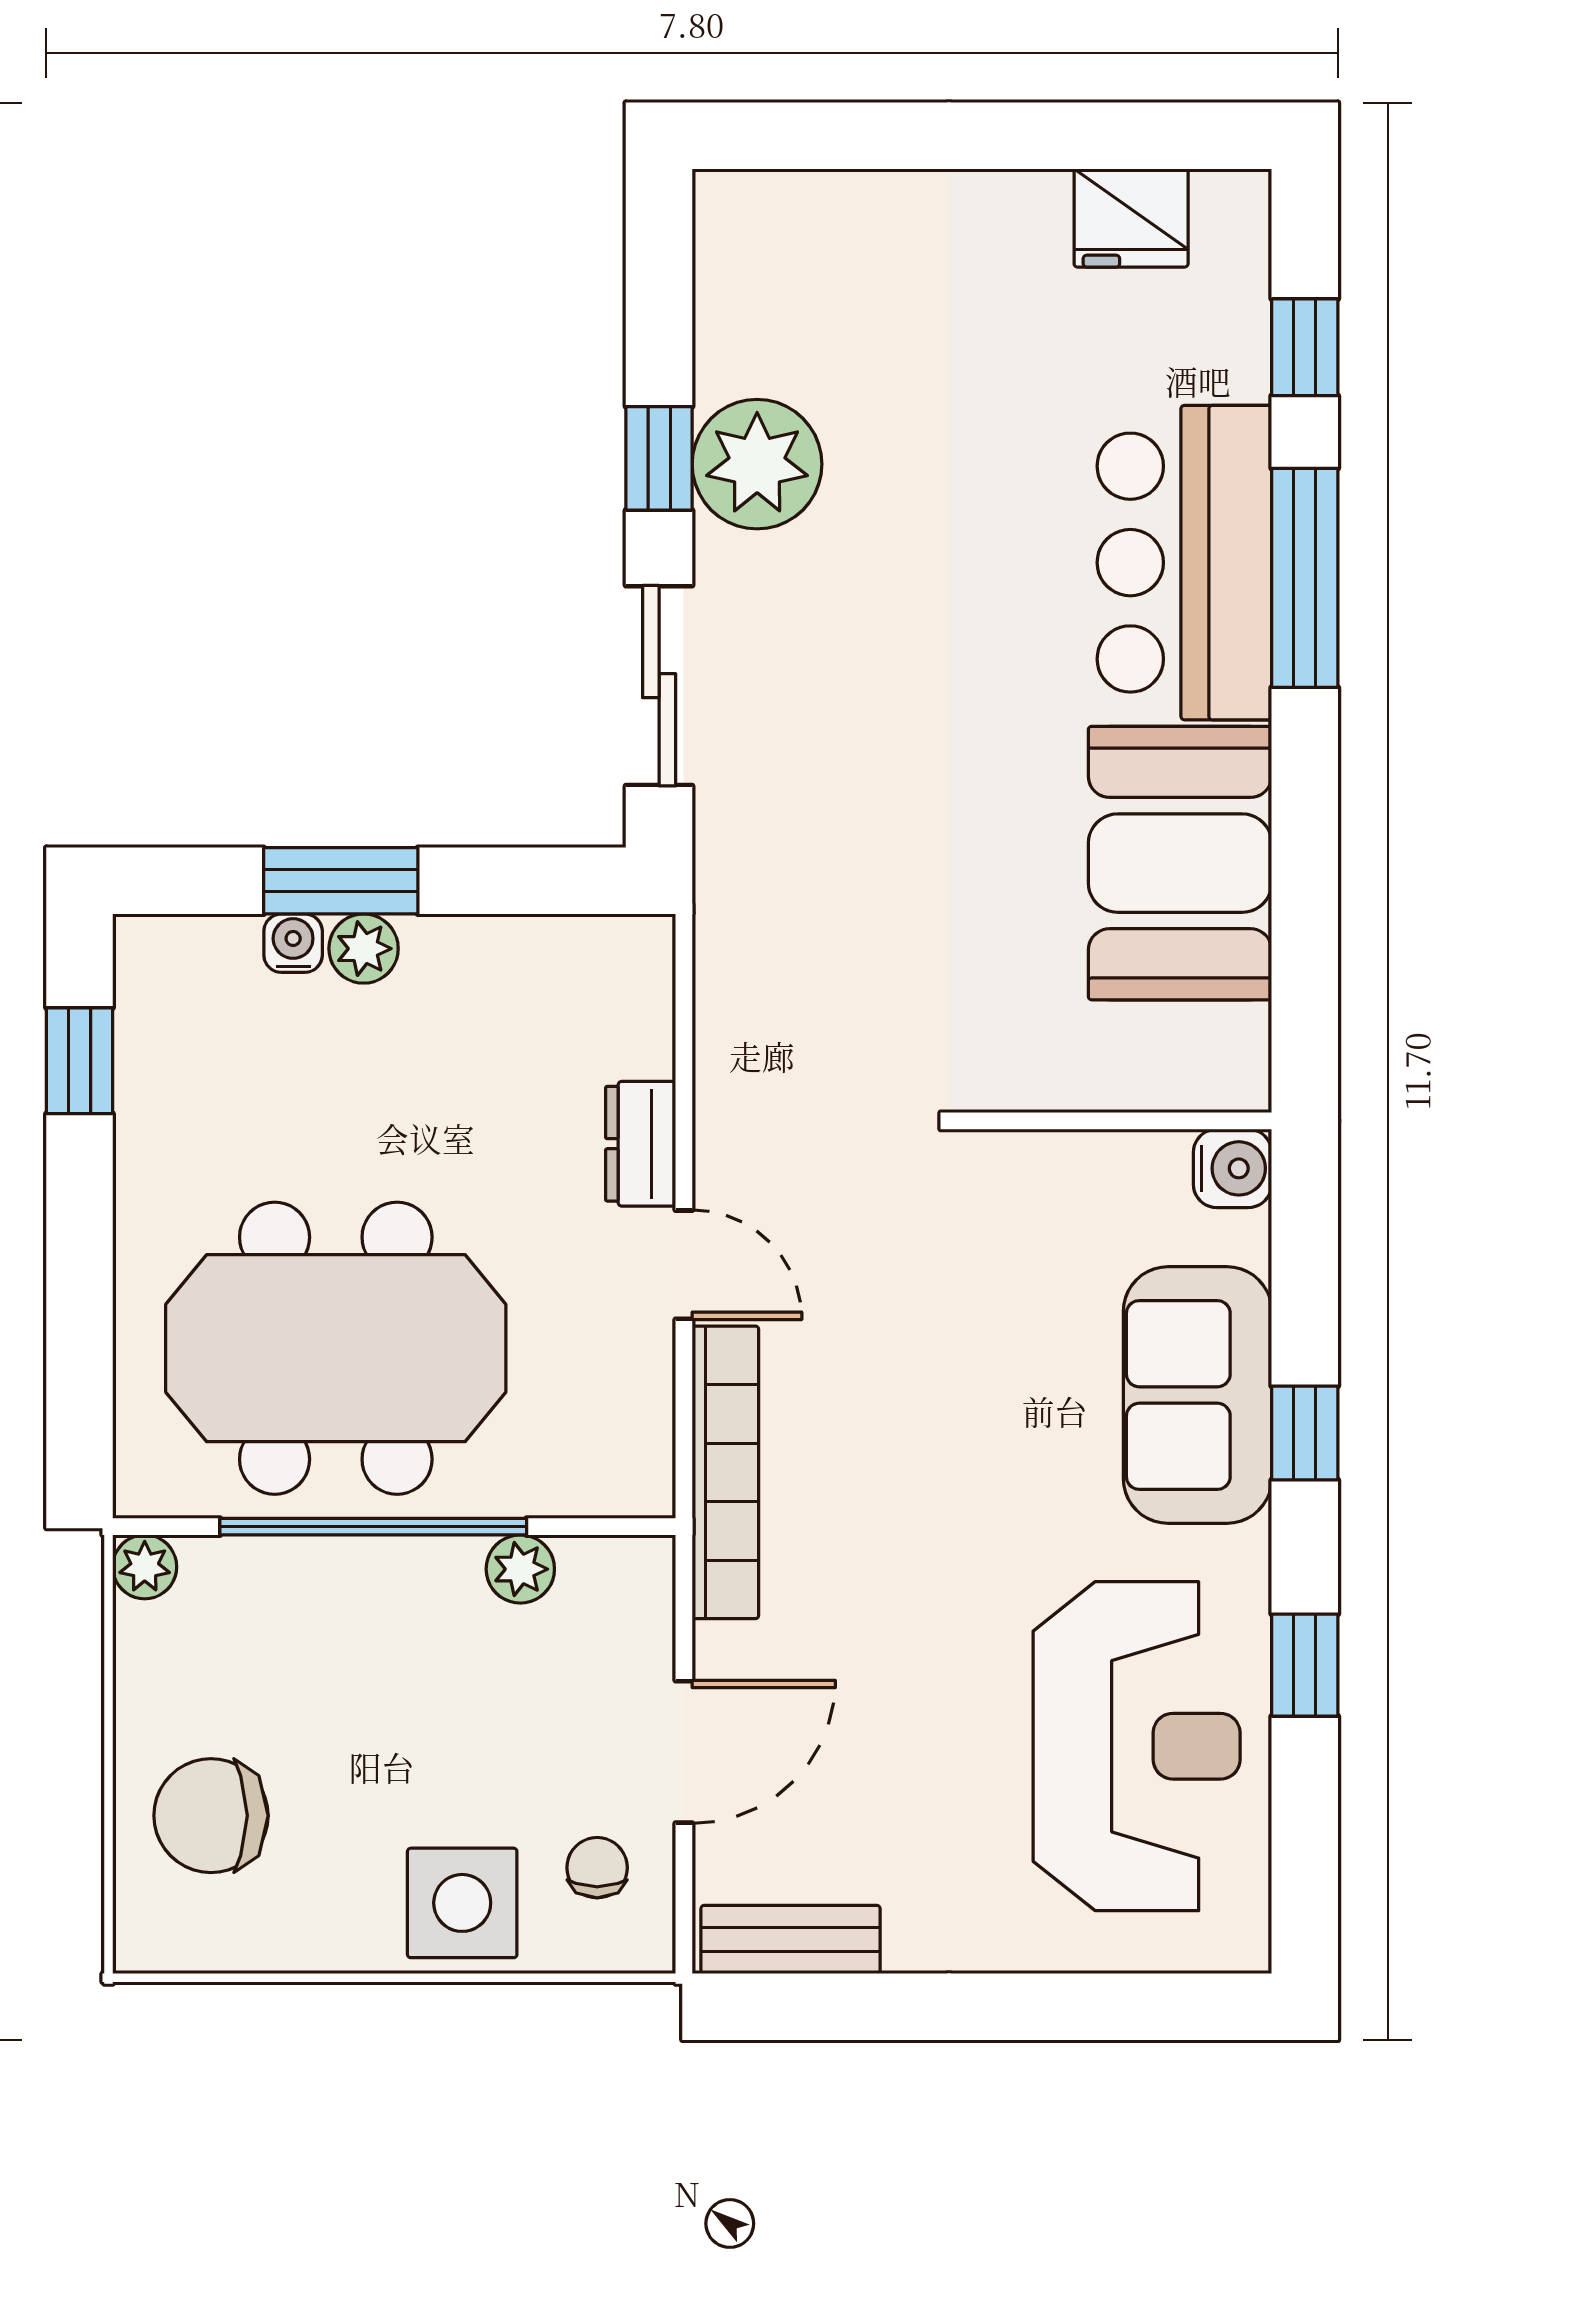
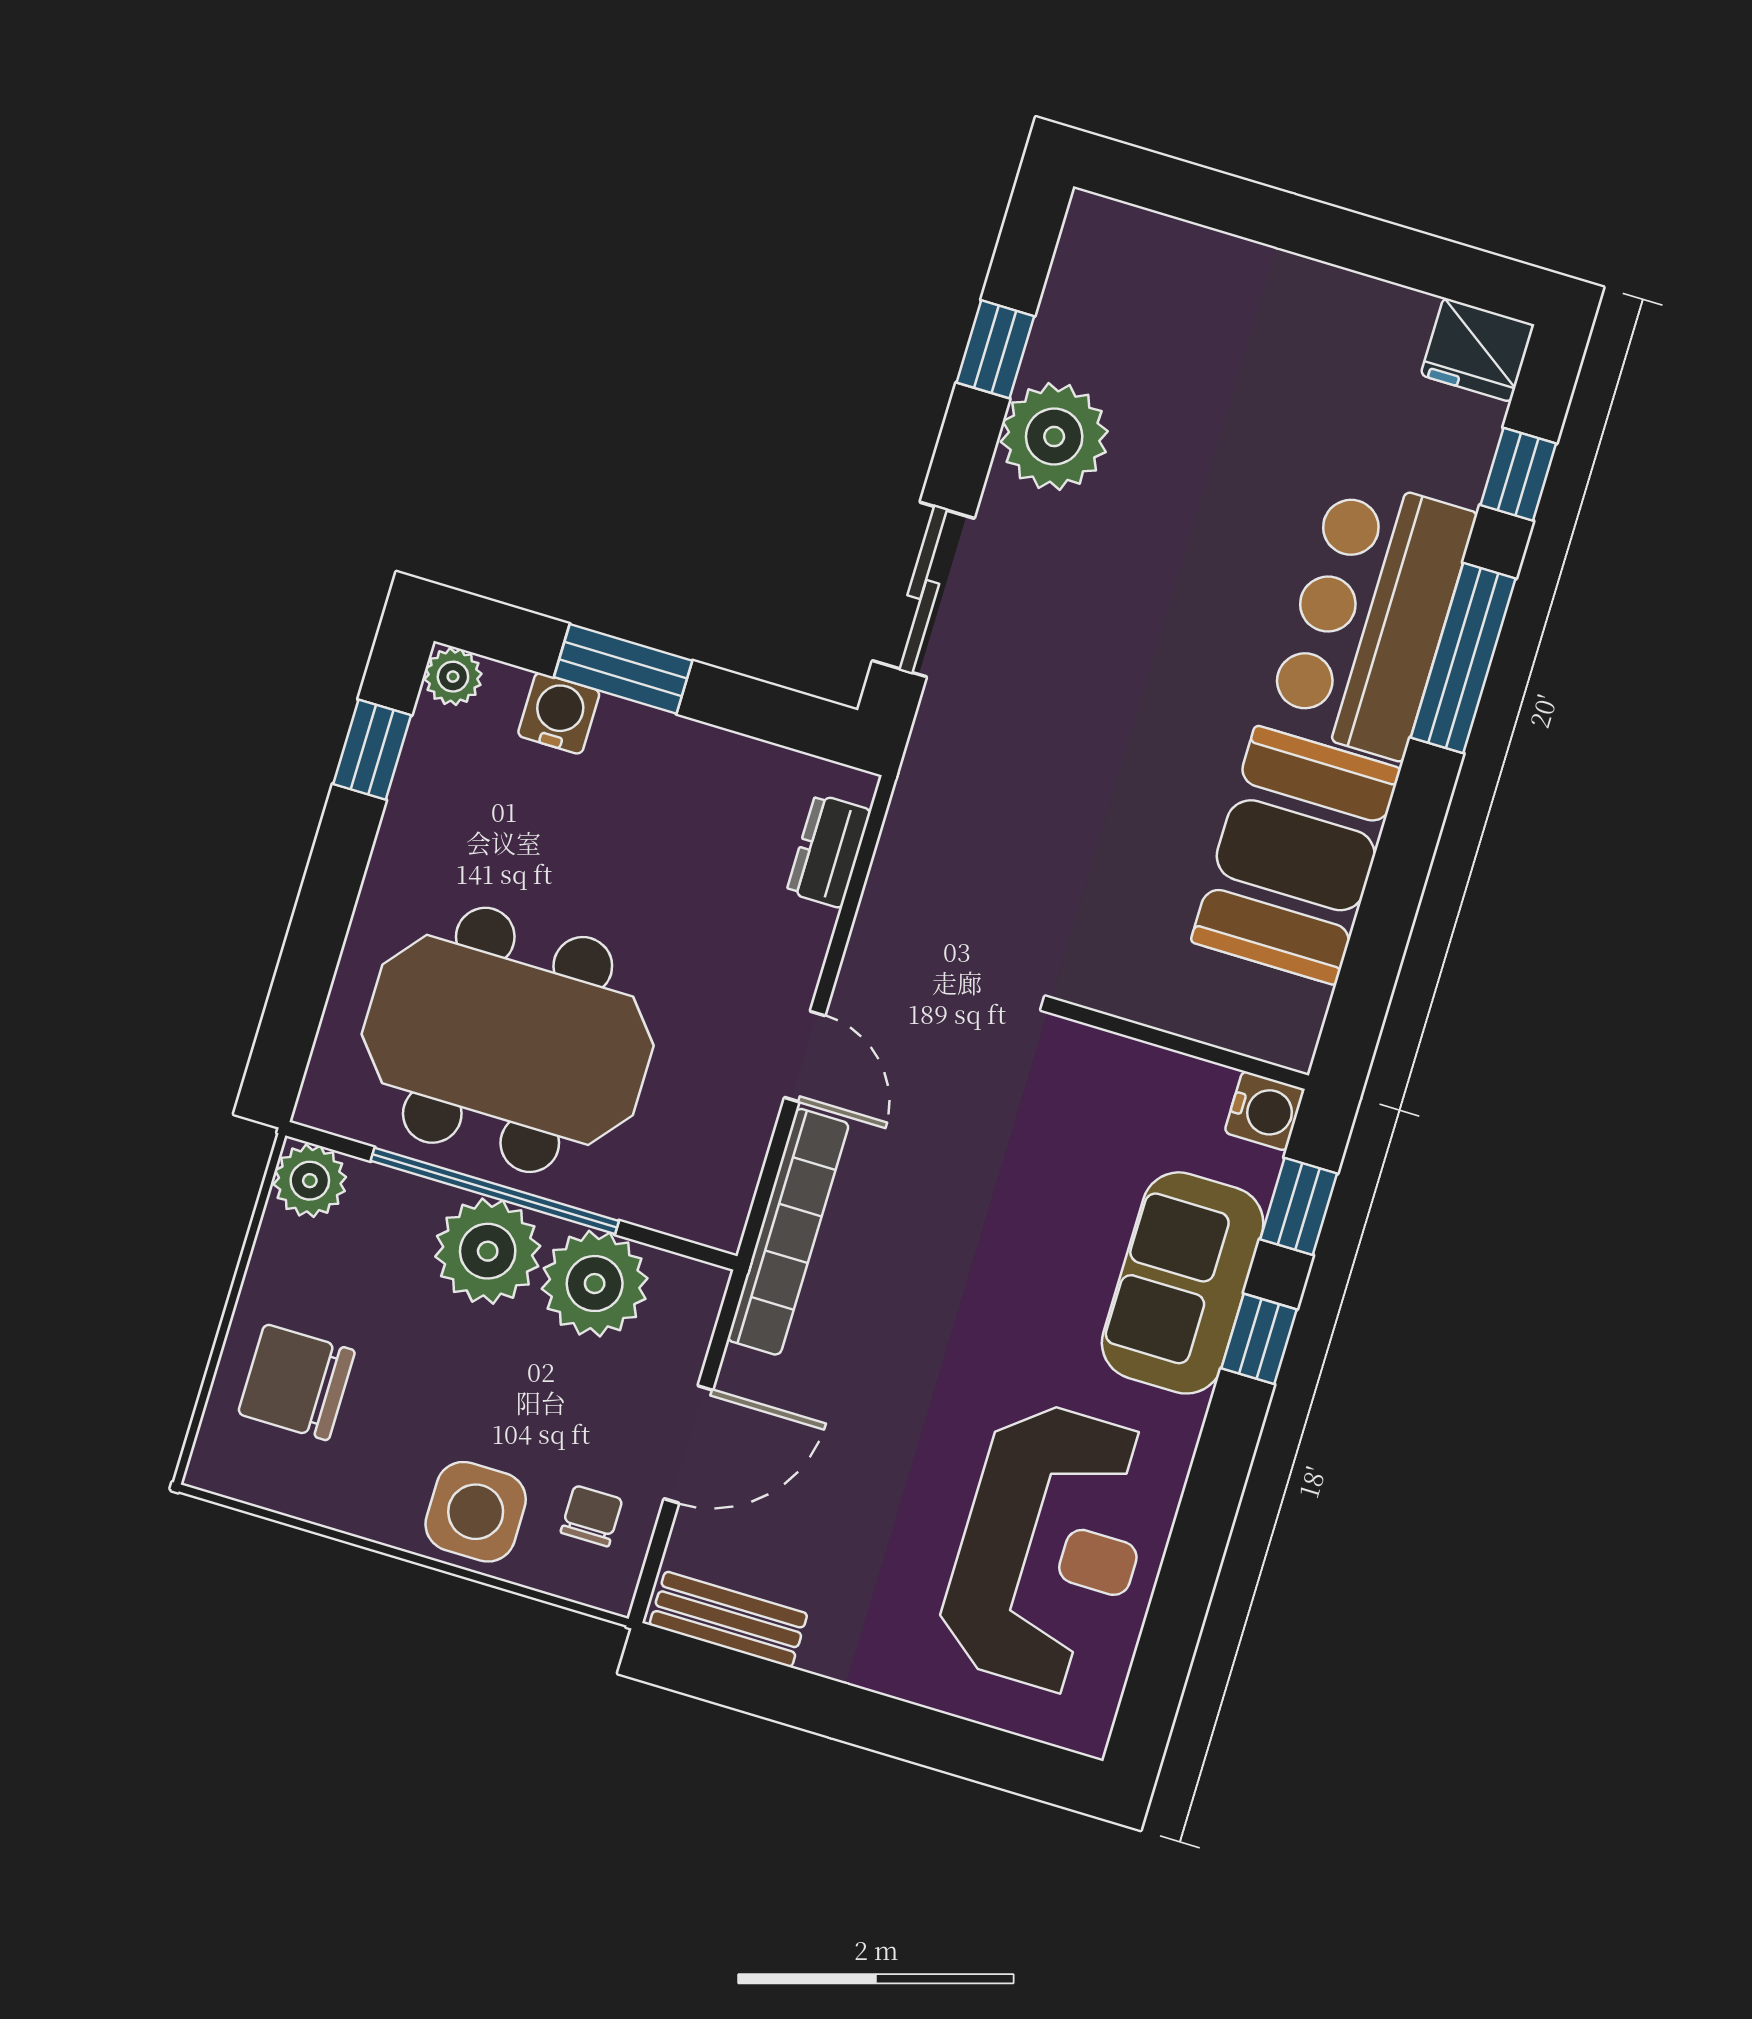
fridge: (1131, 218) -> (1477, 350), moved
window: (659, 458) -> (995, 349), moved
water cooler: (293, 943) -> (559, 713), width x1.38, depth x1.38
plant: (364, 949) -> (453, 677), moved
dresser: (641, 1144) -> (829, 851), moved
plant: (145, 1567) -> (310, 1181), width x1.38, depth x1.38
plant: (520, 1569) -> (595, 1284), width x1.88, depth x1.88
plant: (386, 1599) -> (488, 1251), added
window: (1305, 1665) -> (1299, 1206), moved

